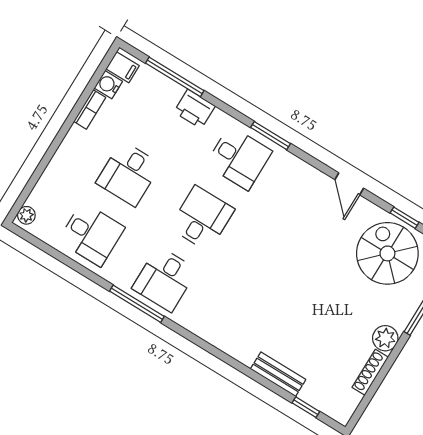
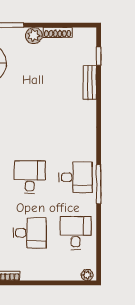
desk: (202, 218) -> (30, 177), turned 90

